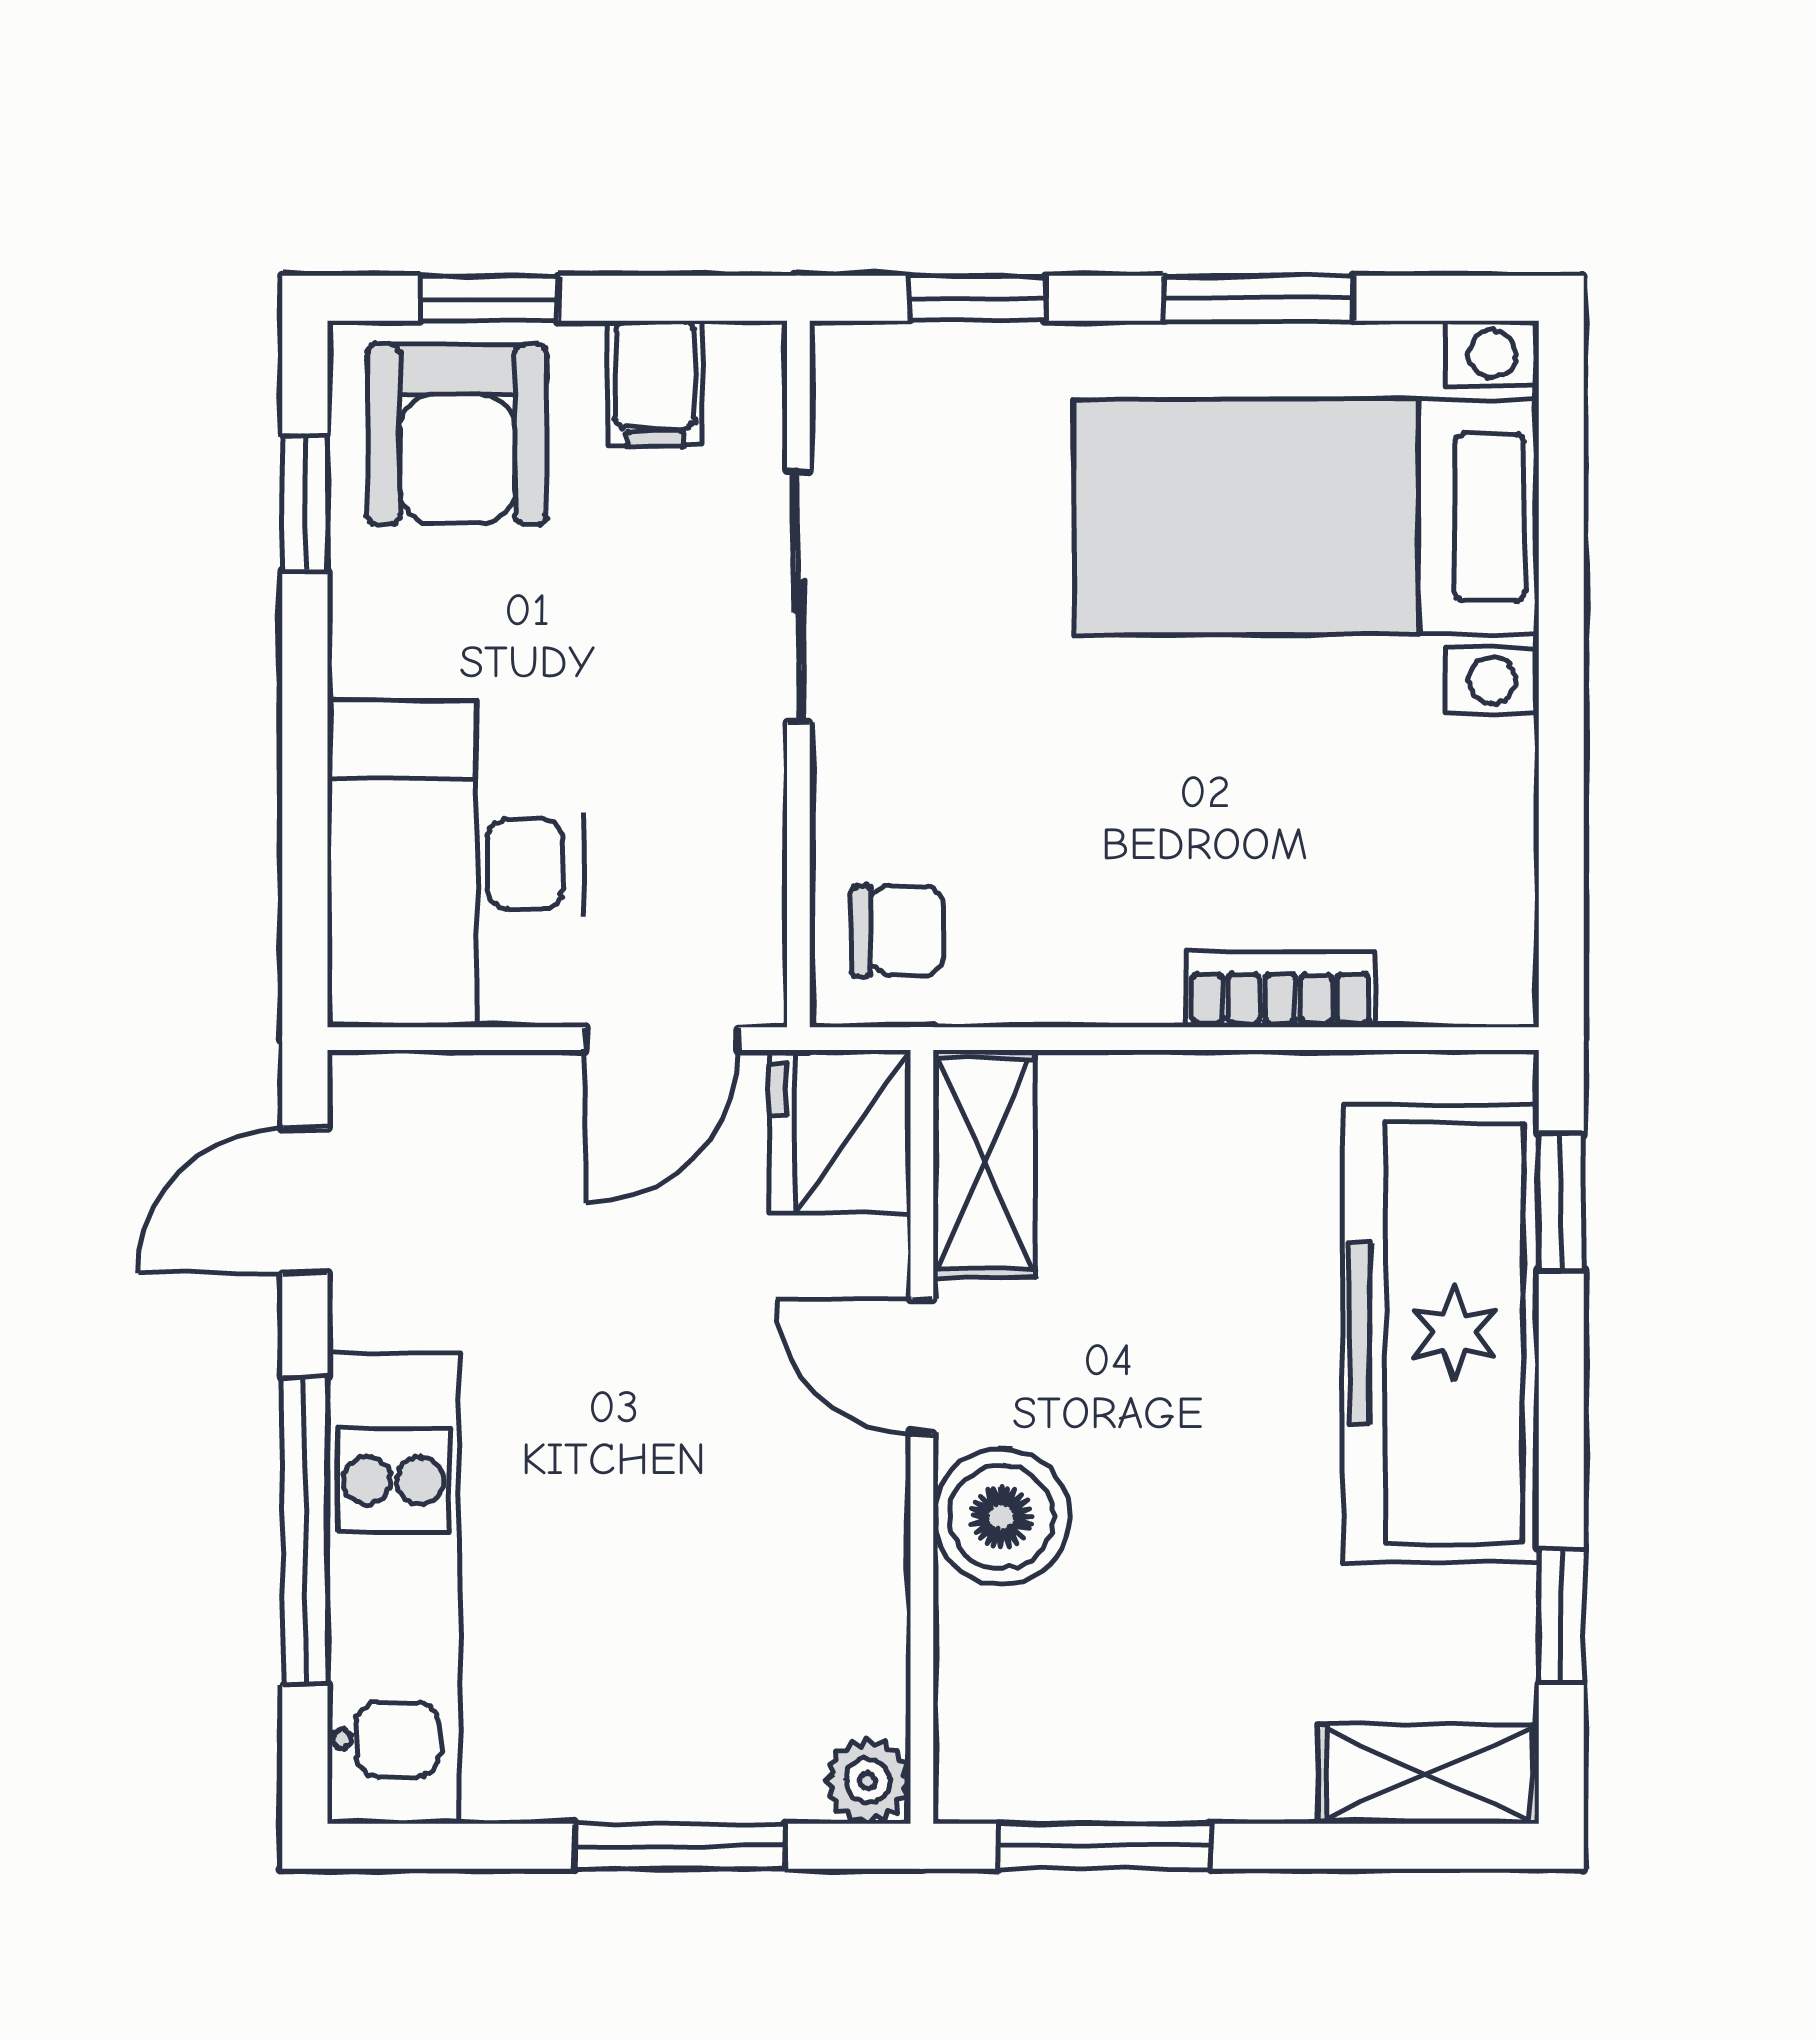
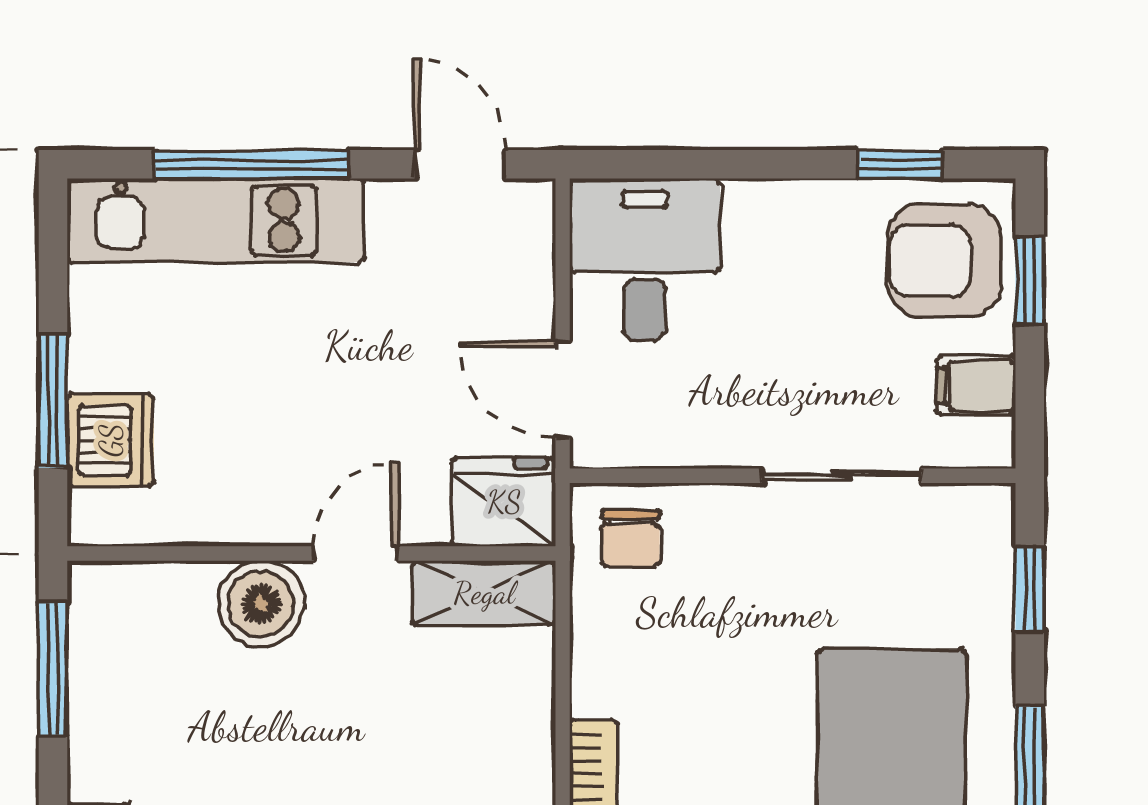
desk: (456, 864) -> (645, 259), width x0.73
dishwasher: (742, 1755) -> (111, 440), added
plant: (868, 1781) -> (94, 519), removed

